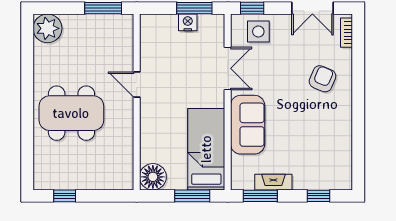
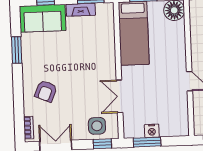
sofa: (248, 125) -> (43, 18), moved, turned -90
window: (358, 133) -> (17, 50), added

